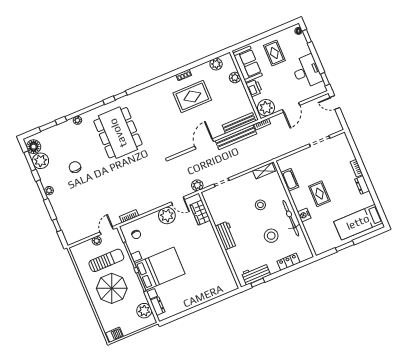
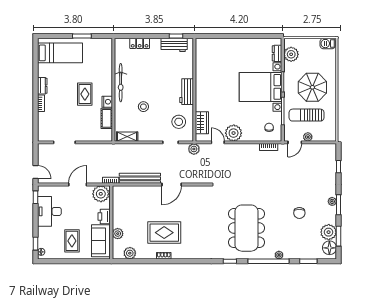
bench: (239, 123) -> (132, 190), removed
nightstand: (304, 215) -> (107, 102), moved
stool: (271, 236) -> (179, 122), moved

